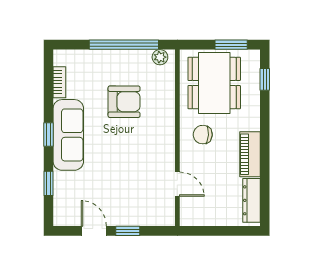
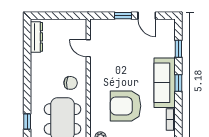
armchair: (124, 102) -> (126, 106), width x1.36, depth x1.36
piano: (250, 154) -> (37, 69), removed

